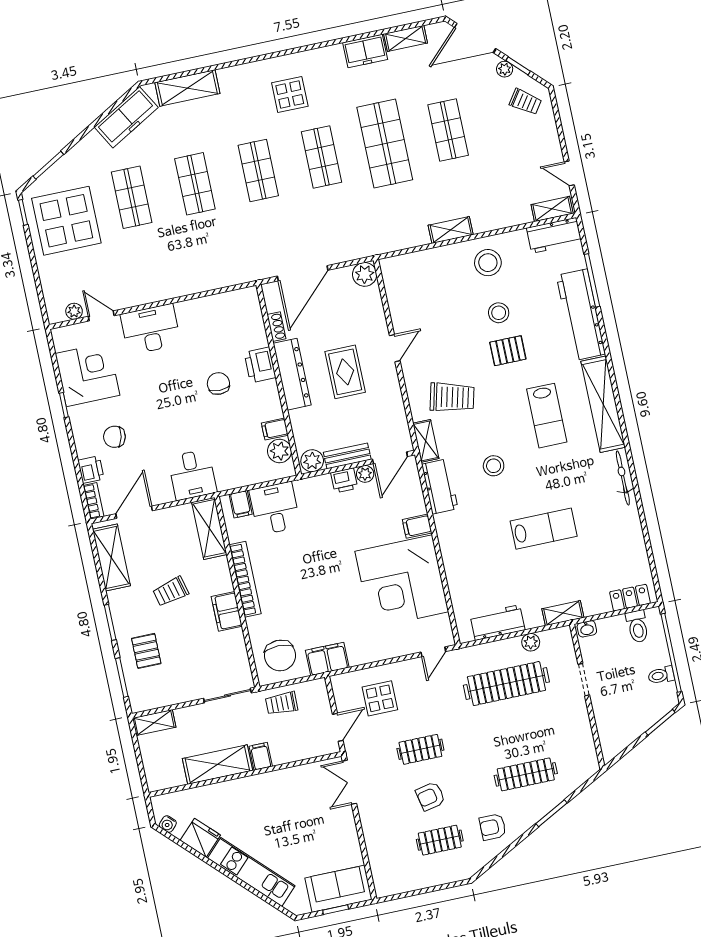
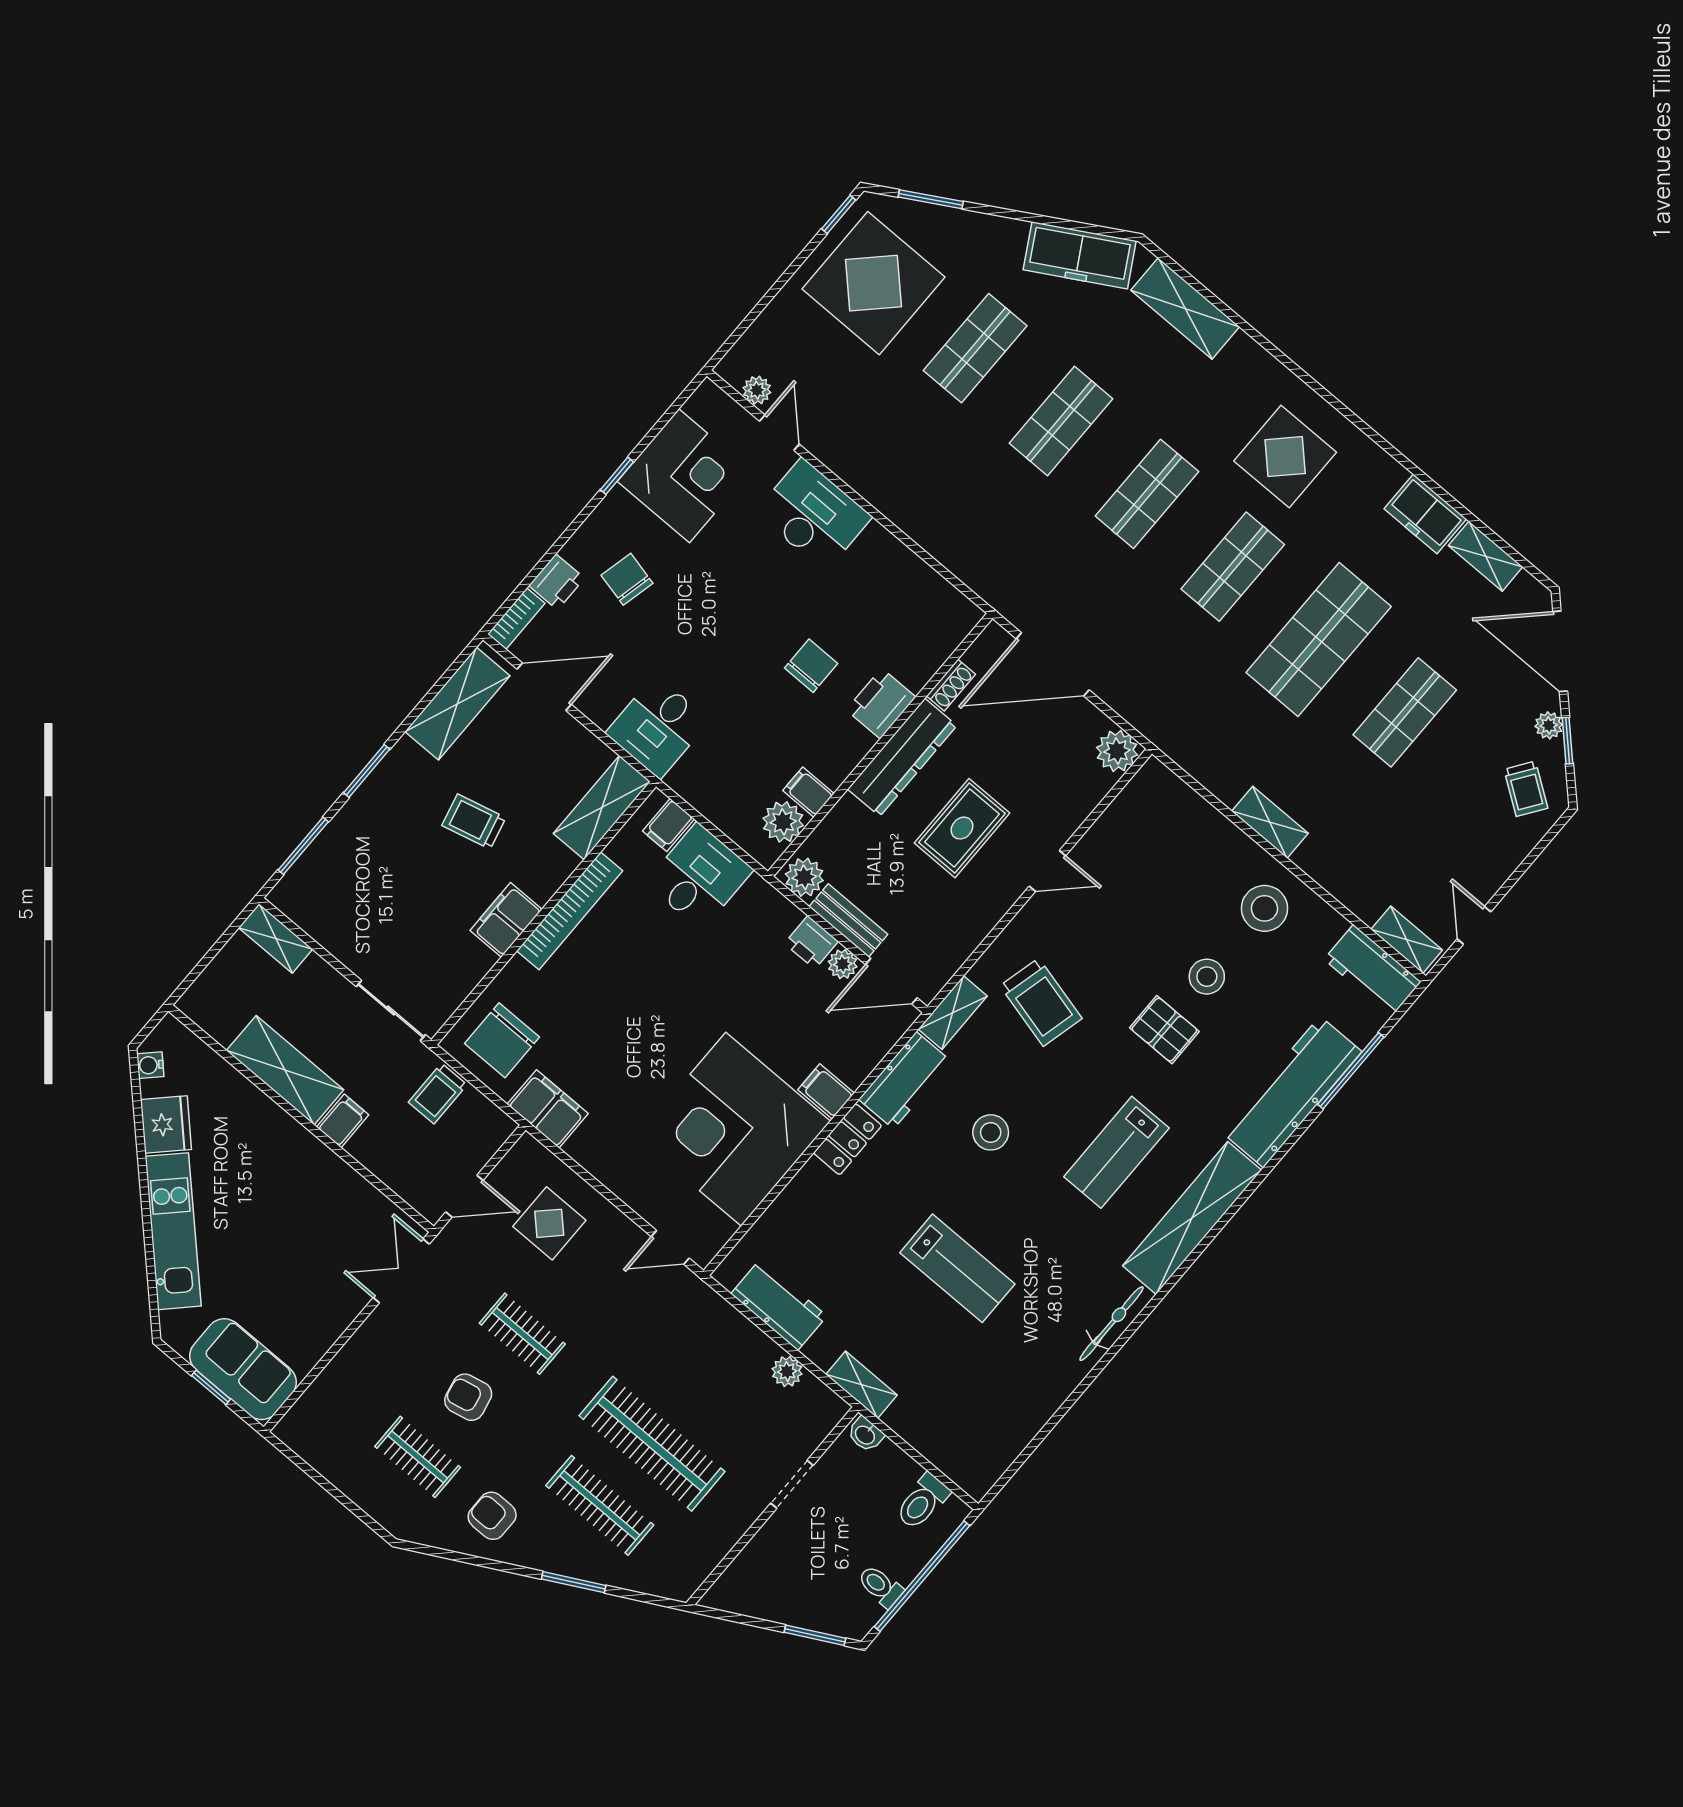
display table: (290, 95) -> (1285, 457), width x1.36, depth x1.36
locker: (630, 598) -> (848, 1139), moved, turned 90
pallet: (146, 651) -> (366, 851), removed
clothes rail: (506, 684) -> (652, 1444), moved
trolley: (282, 703) -> (438, 1093), turned -91

